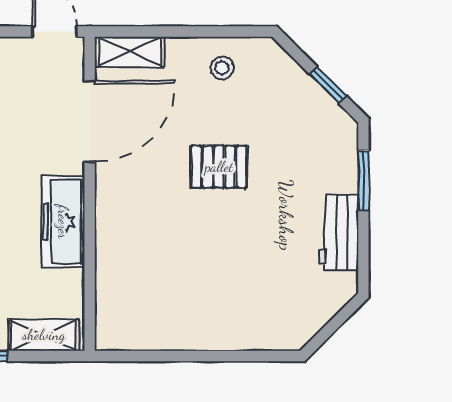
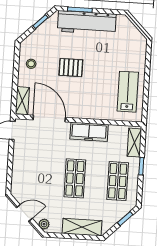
pallet: (219, 167) -> (71, 68), turned 90
workbench: (339, 232) -> (87, 23), width x1.88, depth x1.32
lab bench: (168, 311) -> (128, 92), added

